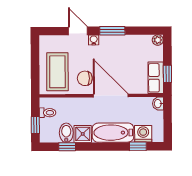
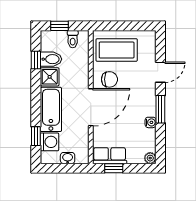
water cooler: (94, 40) -> (151, 122), moved
chair: (85, 78) -> (109, 79), turned 90
washbasin: (158, 104) -> (68, 158), moved

